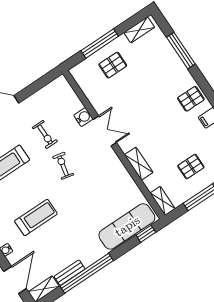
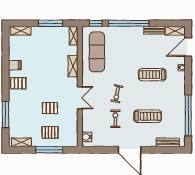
water cooler: (83, 117) -> (87, 137), moved
double door: (105, 131) -> (80, 98), swing flipped
pallet: (191, 167) -> (50, 108), moved
exercise mat: (127, 226) -> (97, 52), moved, turned 90
window: (87, 273) -> (129, 23), moved

